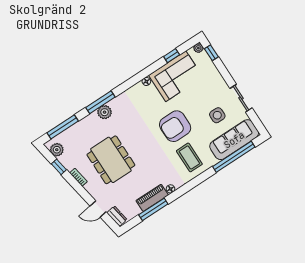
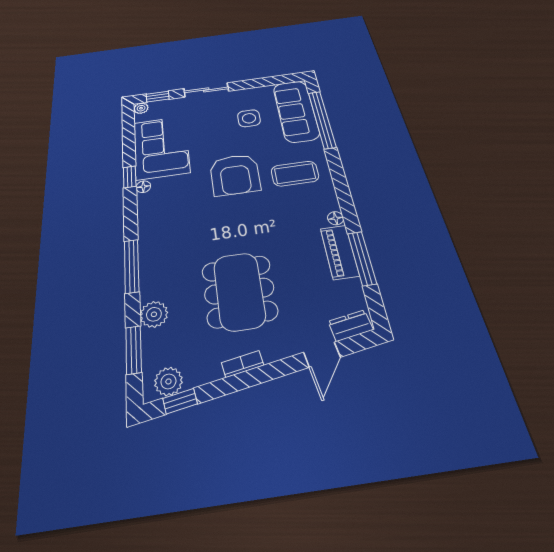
window: (172, 56) -> (130, 177), moved
sliding door: (241, 98) -> (206, 90), moved
plant: (105, 112) -> (154, 314), moved
window: (63, 127) -> (134, 350), width x0.69
dining table: (111, 160) -> (239, 291), turned 90
window: (59, 167) -> (180, 401), moved

